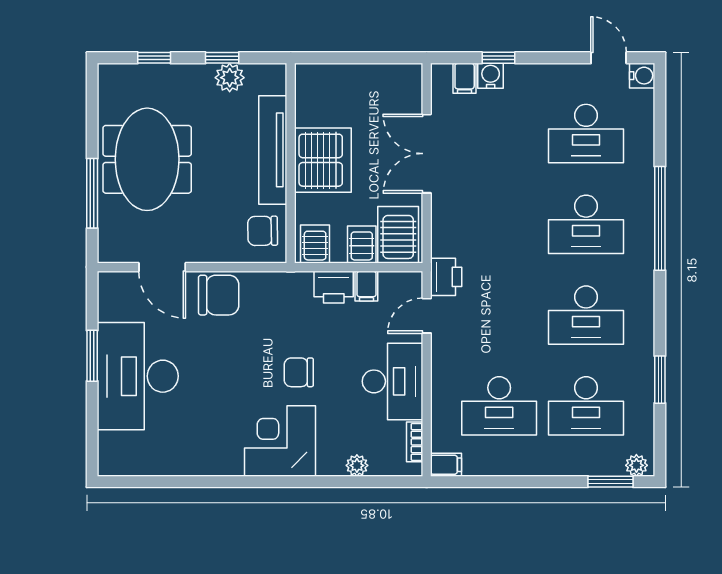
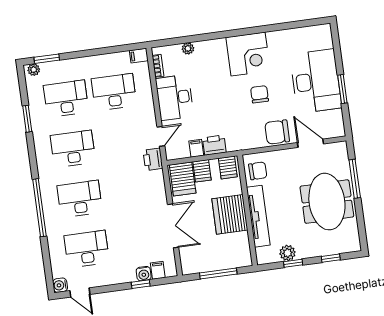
window: (358, 58) -> (218, 274), added
chair: (299, 372) -> (260, 94), moved, turned -90
corner desk: (280, 441) -> (248, 54), moved

